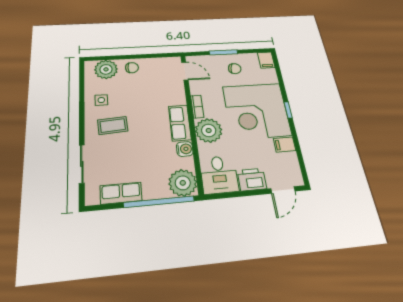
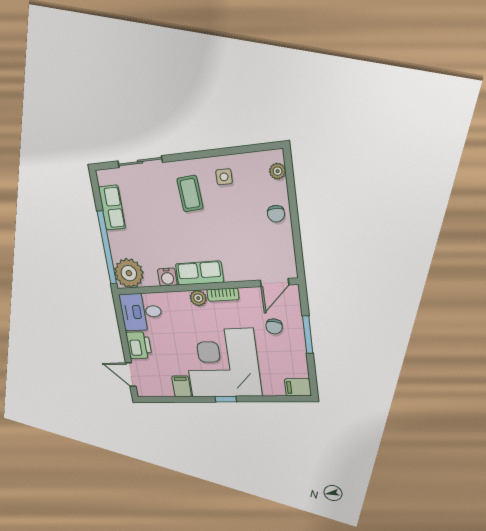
plant: (106, 69) -> (278, 171), width x0.53, depth x0.53
chair: (235, 69) -> (274, 326), moved
plant: (209, 130) -> (198, 298), width x0.53, depth x0.53

